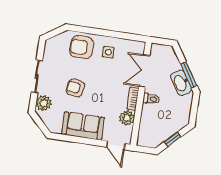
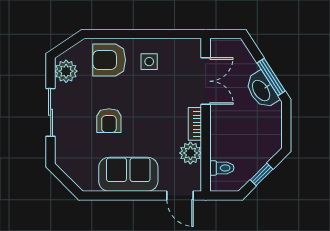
double door: (144, 71) -> (206, 81), swing flipped
armchair: (75, 88) -> (109, 121), turned -99
toilet: (151, 99) -> (222, 168), moved
plant: (44, 103) -> (66, 71), moved

